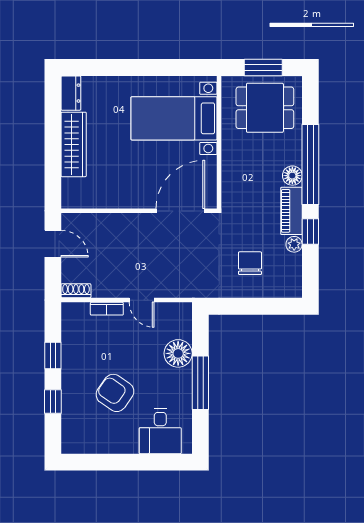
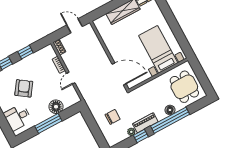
window: (263, 67) -> (202, 76), removed
floor lamp: (292, 176) -> (170, 110), moved
door: (53, 244) -> (75, 26), swing flipped

